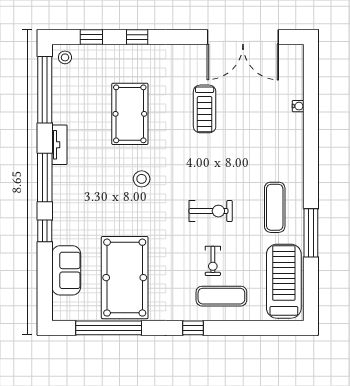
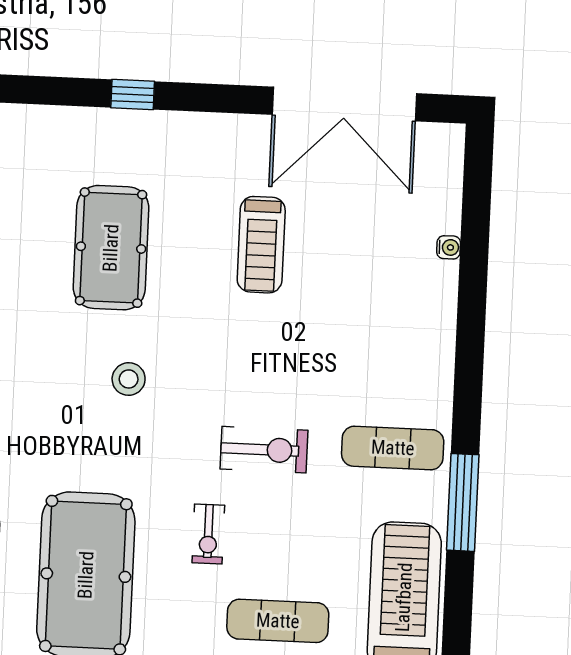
window: (91, 37) -> (41, 90), removed
exercise mat: (275, 207) -> (393, 448), turned 90
exercise bike: (213, 261) -> (208, 534), moved

